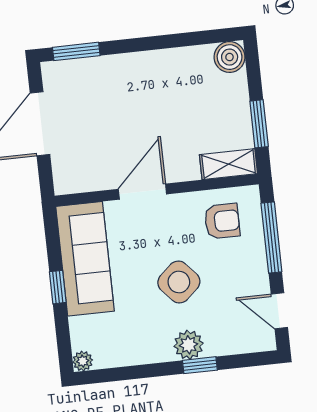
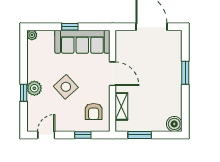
window: (76, 51) -> (185, 73), moved
shelving: (229, 164) -> (121, 106), moved
window: (271, 237) -> (83, 135), width x0.46

